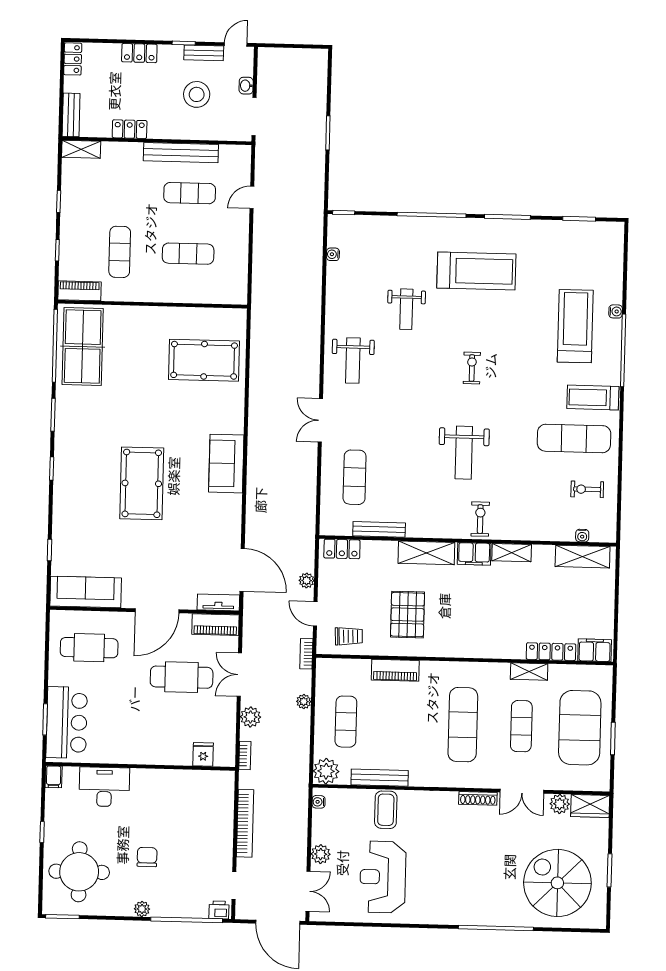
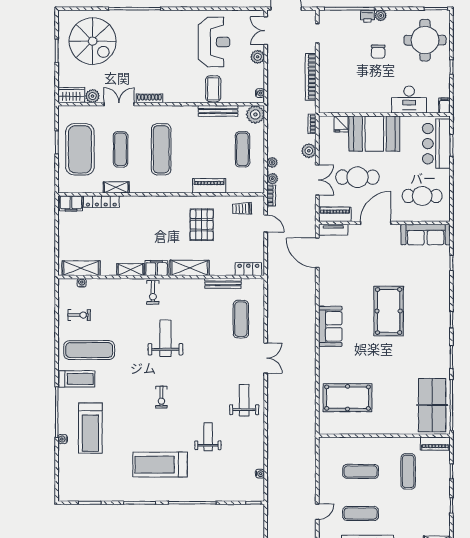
plant: (307, 581) -> (272, 179), moved
booth: (156, 739) -> (374, 134), added
printer: (219, 910) -> (367, 16), moved

